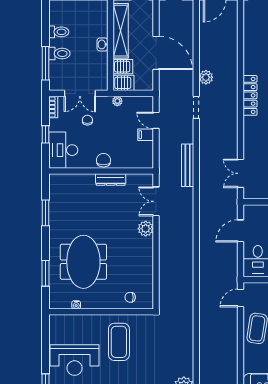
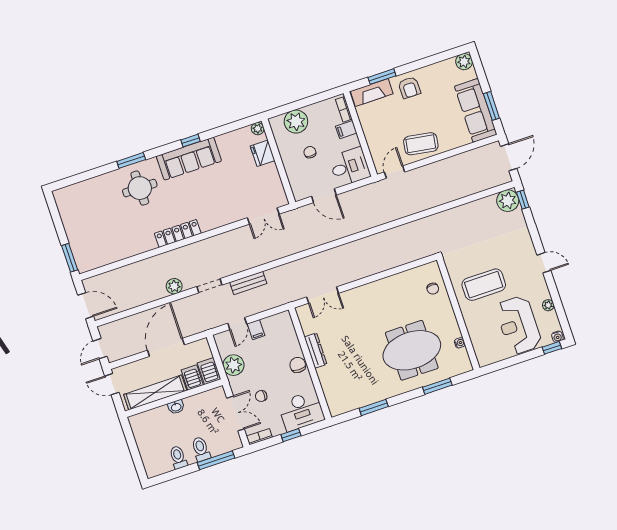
plant: (117, 101) -> (233, 365), width x1.87, depth x1.87
chair: (104, 160) -> (298, 365), turned 90
bench: (188, 165) -> (248, 283), moved, width x0.73
plant: (146, 229) -> (355, 296), removed
door: (240, 298) -> (395, 172), swing flipped
reception desk: (75, 360) -> (518, 325), turned 180

